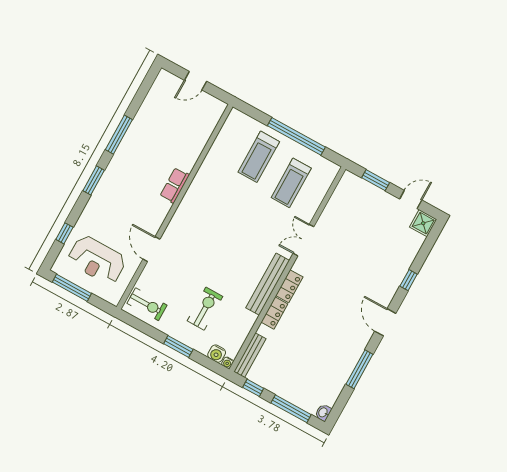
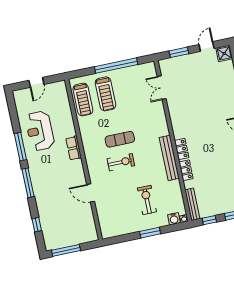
window: (94, 180) -> (28, 183), width x1.44
treadmill: (291, 183) -> (83, 99), moved
exercise mat: (232, 219) -> (120, 139), added
double door: (304, 240) -> (162, 88), moved
reception desk: (97, 260) -> (40, 131), moved, turned 90
exercise bike: (147, 304) -> (121, 162), moved

